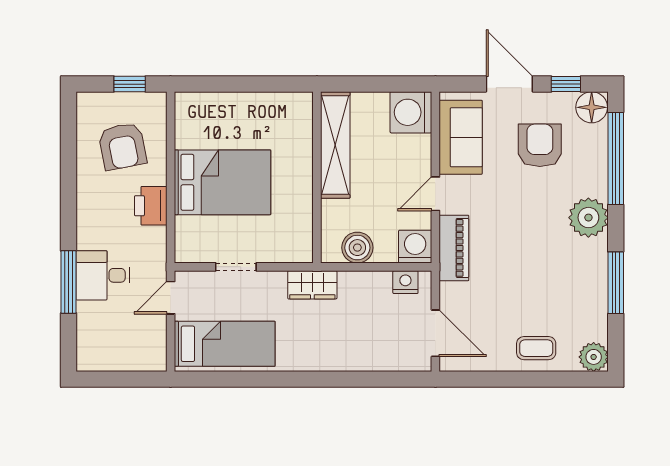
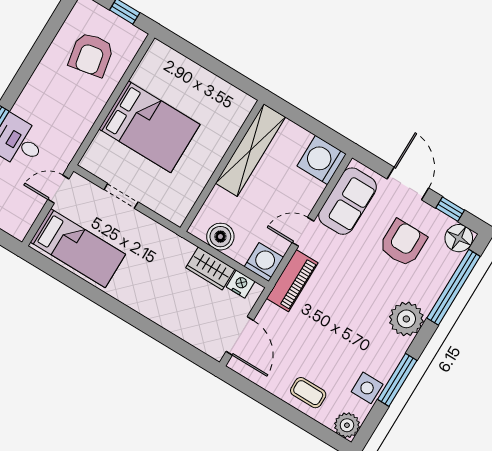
printer: (151, 206) -> (85, 112), removed
wardrobe: (312, 285) -> (210, 268), moved
side table: (591, 308) -> (367, 388), added

